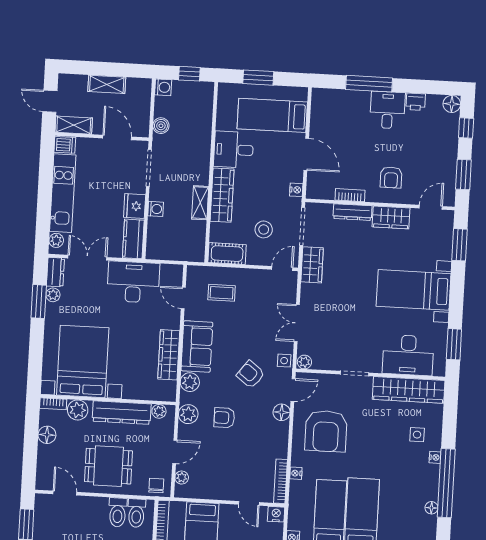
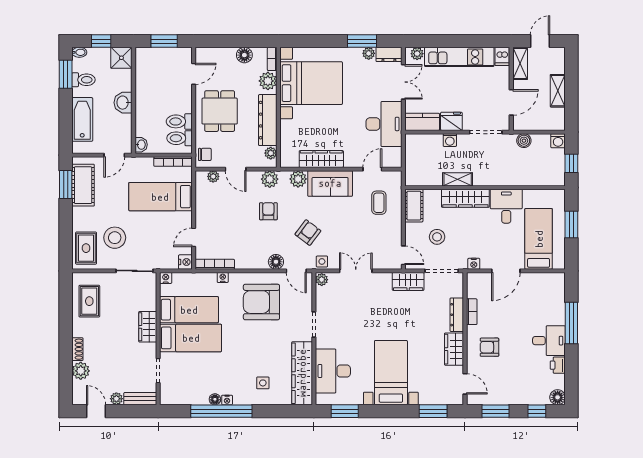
nightstand: (435, 457) -> (227, 400), moved
floor lamp: (431, 508) -> (215, 399), moved

